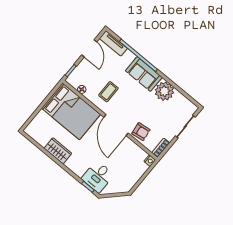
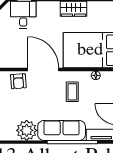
sofa: (144, 74) -> (62, 130), width x1.36
armchair: (141, 132) -> (18, 81), turned -86

